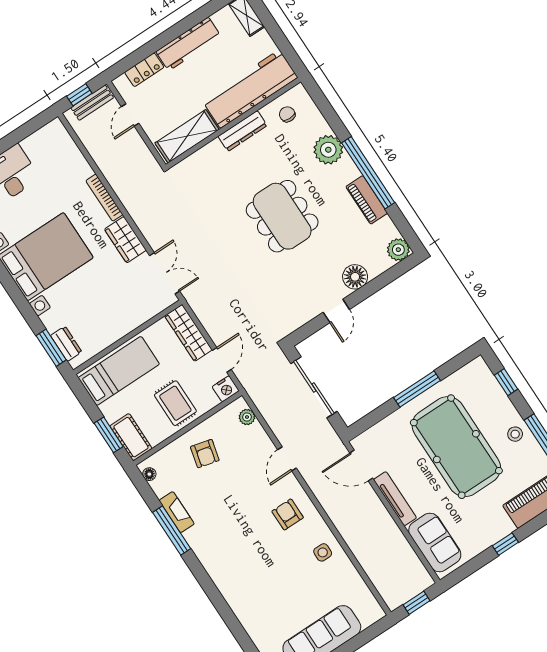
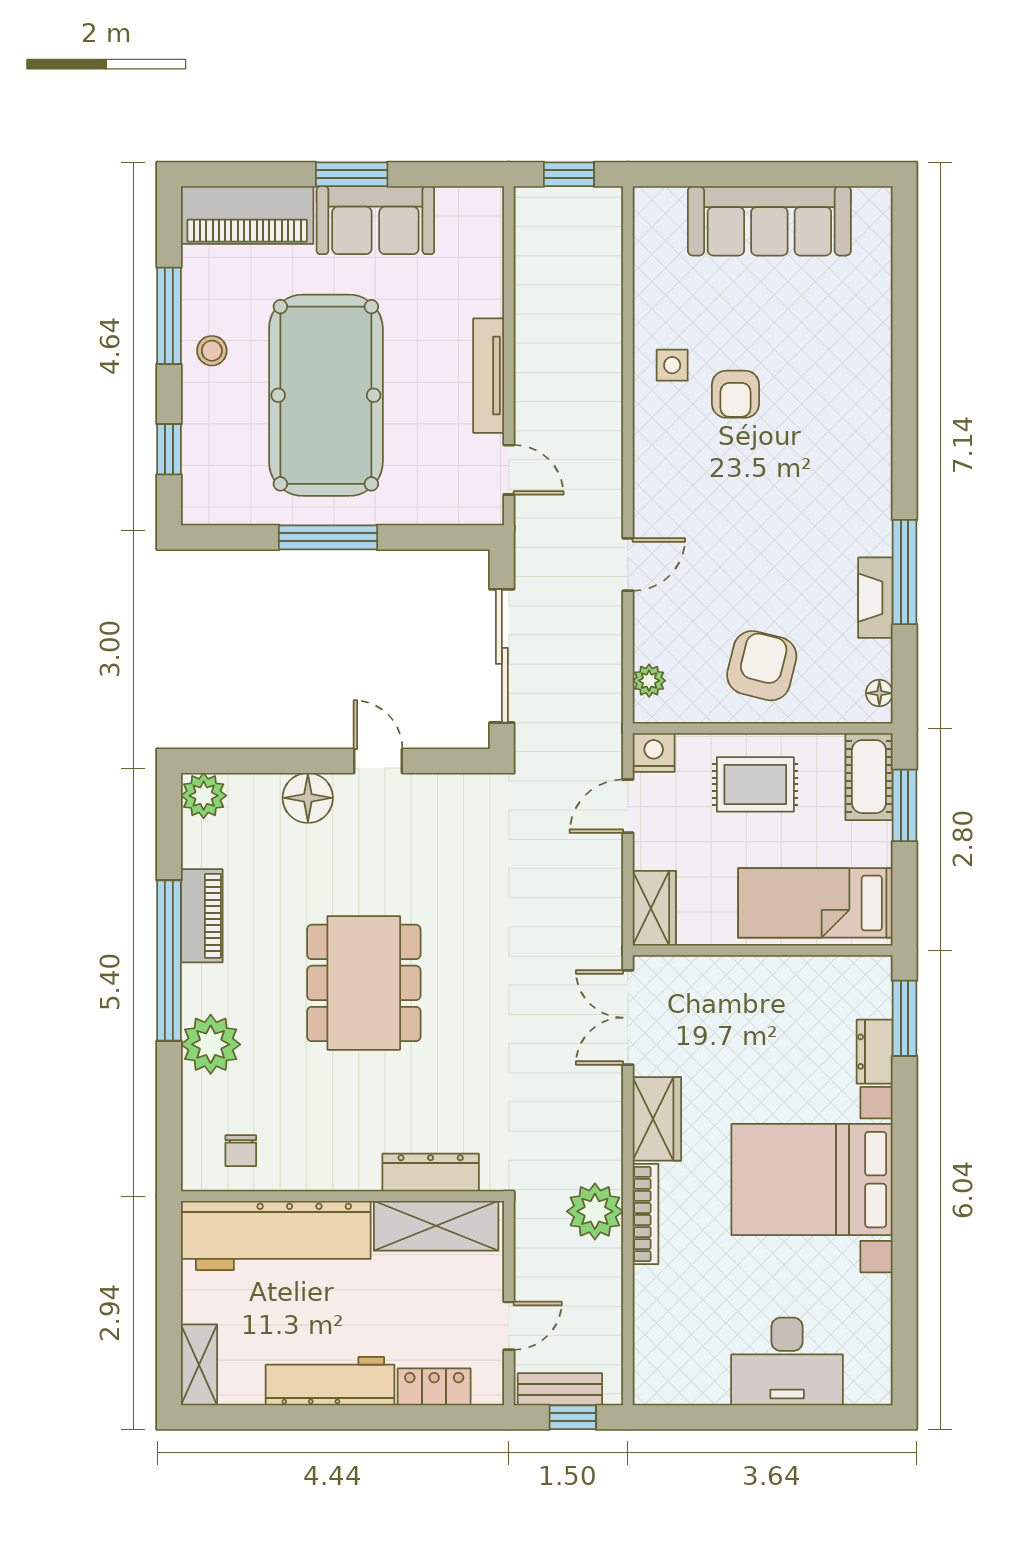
dresser: (242, 131) -> (431, 1172), moved
plant: (126, 185) -> (595, 1211), added
door: (336, 311) -> (378, 761), hinge flipped
wardrobe: (188, 333) -> (654, 908), width x0.67
dresser: (66, 344) -> (875, 1052), moved
rug: (175, 403) -> (755, 784), turned 90
armchair: (205, 454) -> (762, 666), width x1.38, depth x1.38
door: (361, 466) -> (509, 470), width x0.73
armchair: (288, 514) -> (736, 394), moved
sofa: (435, 542) -> (375, 220), moved, turned -90
window: (505, 544) -> (352, 174), width x1.50

